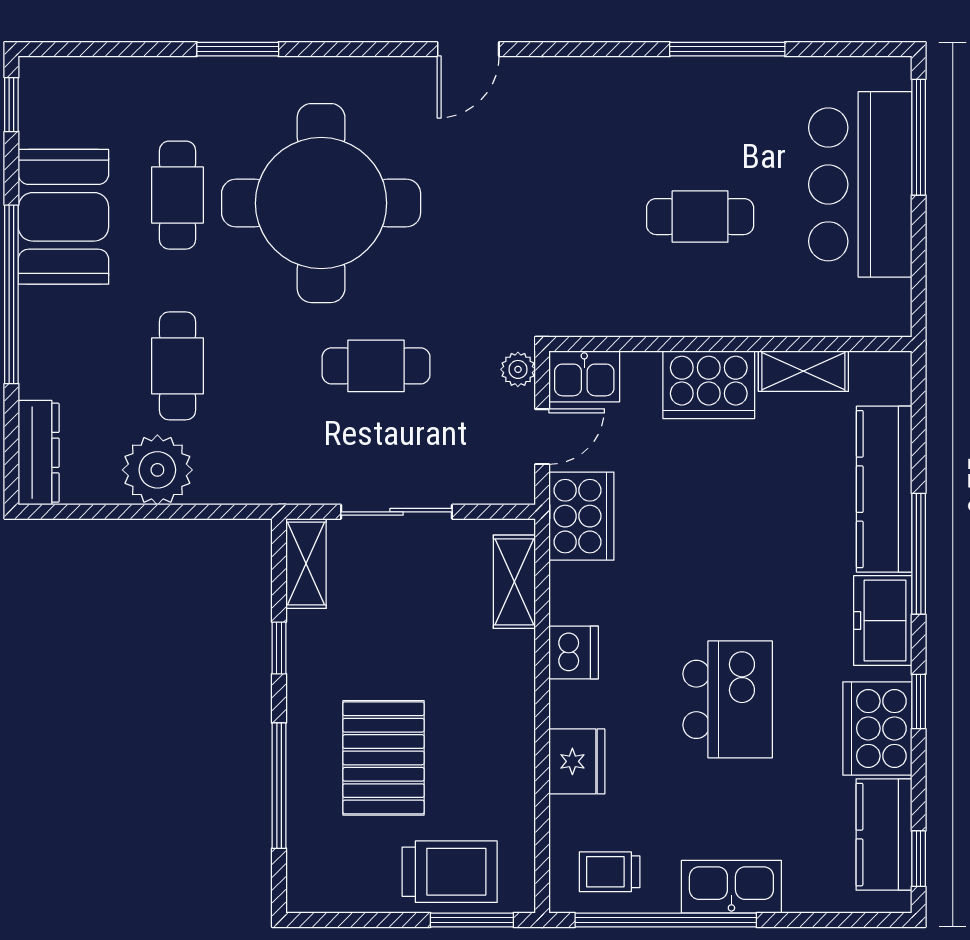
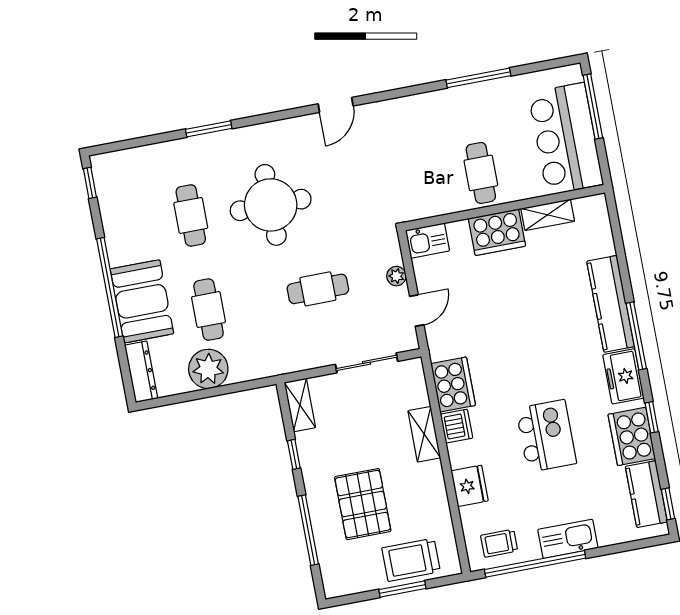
round table: (321, 203) -> (271, 205), width x0.73, depth x0.73
booth: (63, 217) -> (142, 301), moved
cafe table: (700, 217) -> (481, 173), turned 90
wall: (730, 344) -> (505, 207), moved
shelving: (803, 371) -> (548, 215), moved
kitchen sink: (584, 376) -> (427, 241), moved
cooker: (709, 385) -> (497, 232), moved
sliding door: (396, 512) -> (367, 363), moved
cooker: (581, 516) -> (453, 385), moved
shelving: (514, 582) -> (424, 434), moved
trolley: (450, 872) -> (411, 560), turned 180
window: (472, 920) -> (402, 589), moved

